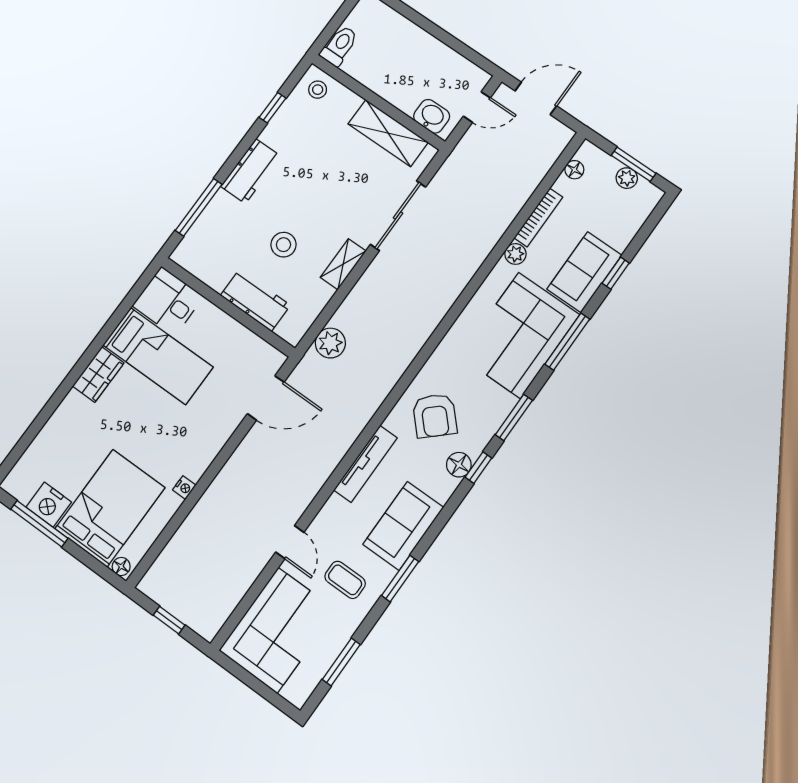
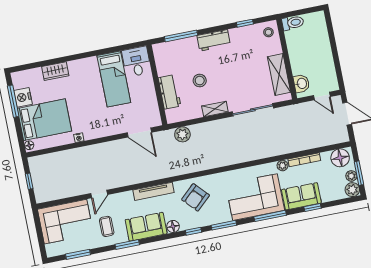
floor lamp: (574, 170) -> (340, 158), width x1.89, depth x1.89
plant: (647, 196) -> (352, 190), added
wardrobe: (98, 375) -> (55, 71), moved
floor lamp: (459, 465) -> (173, 226), moved

